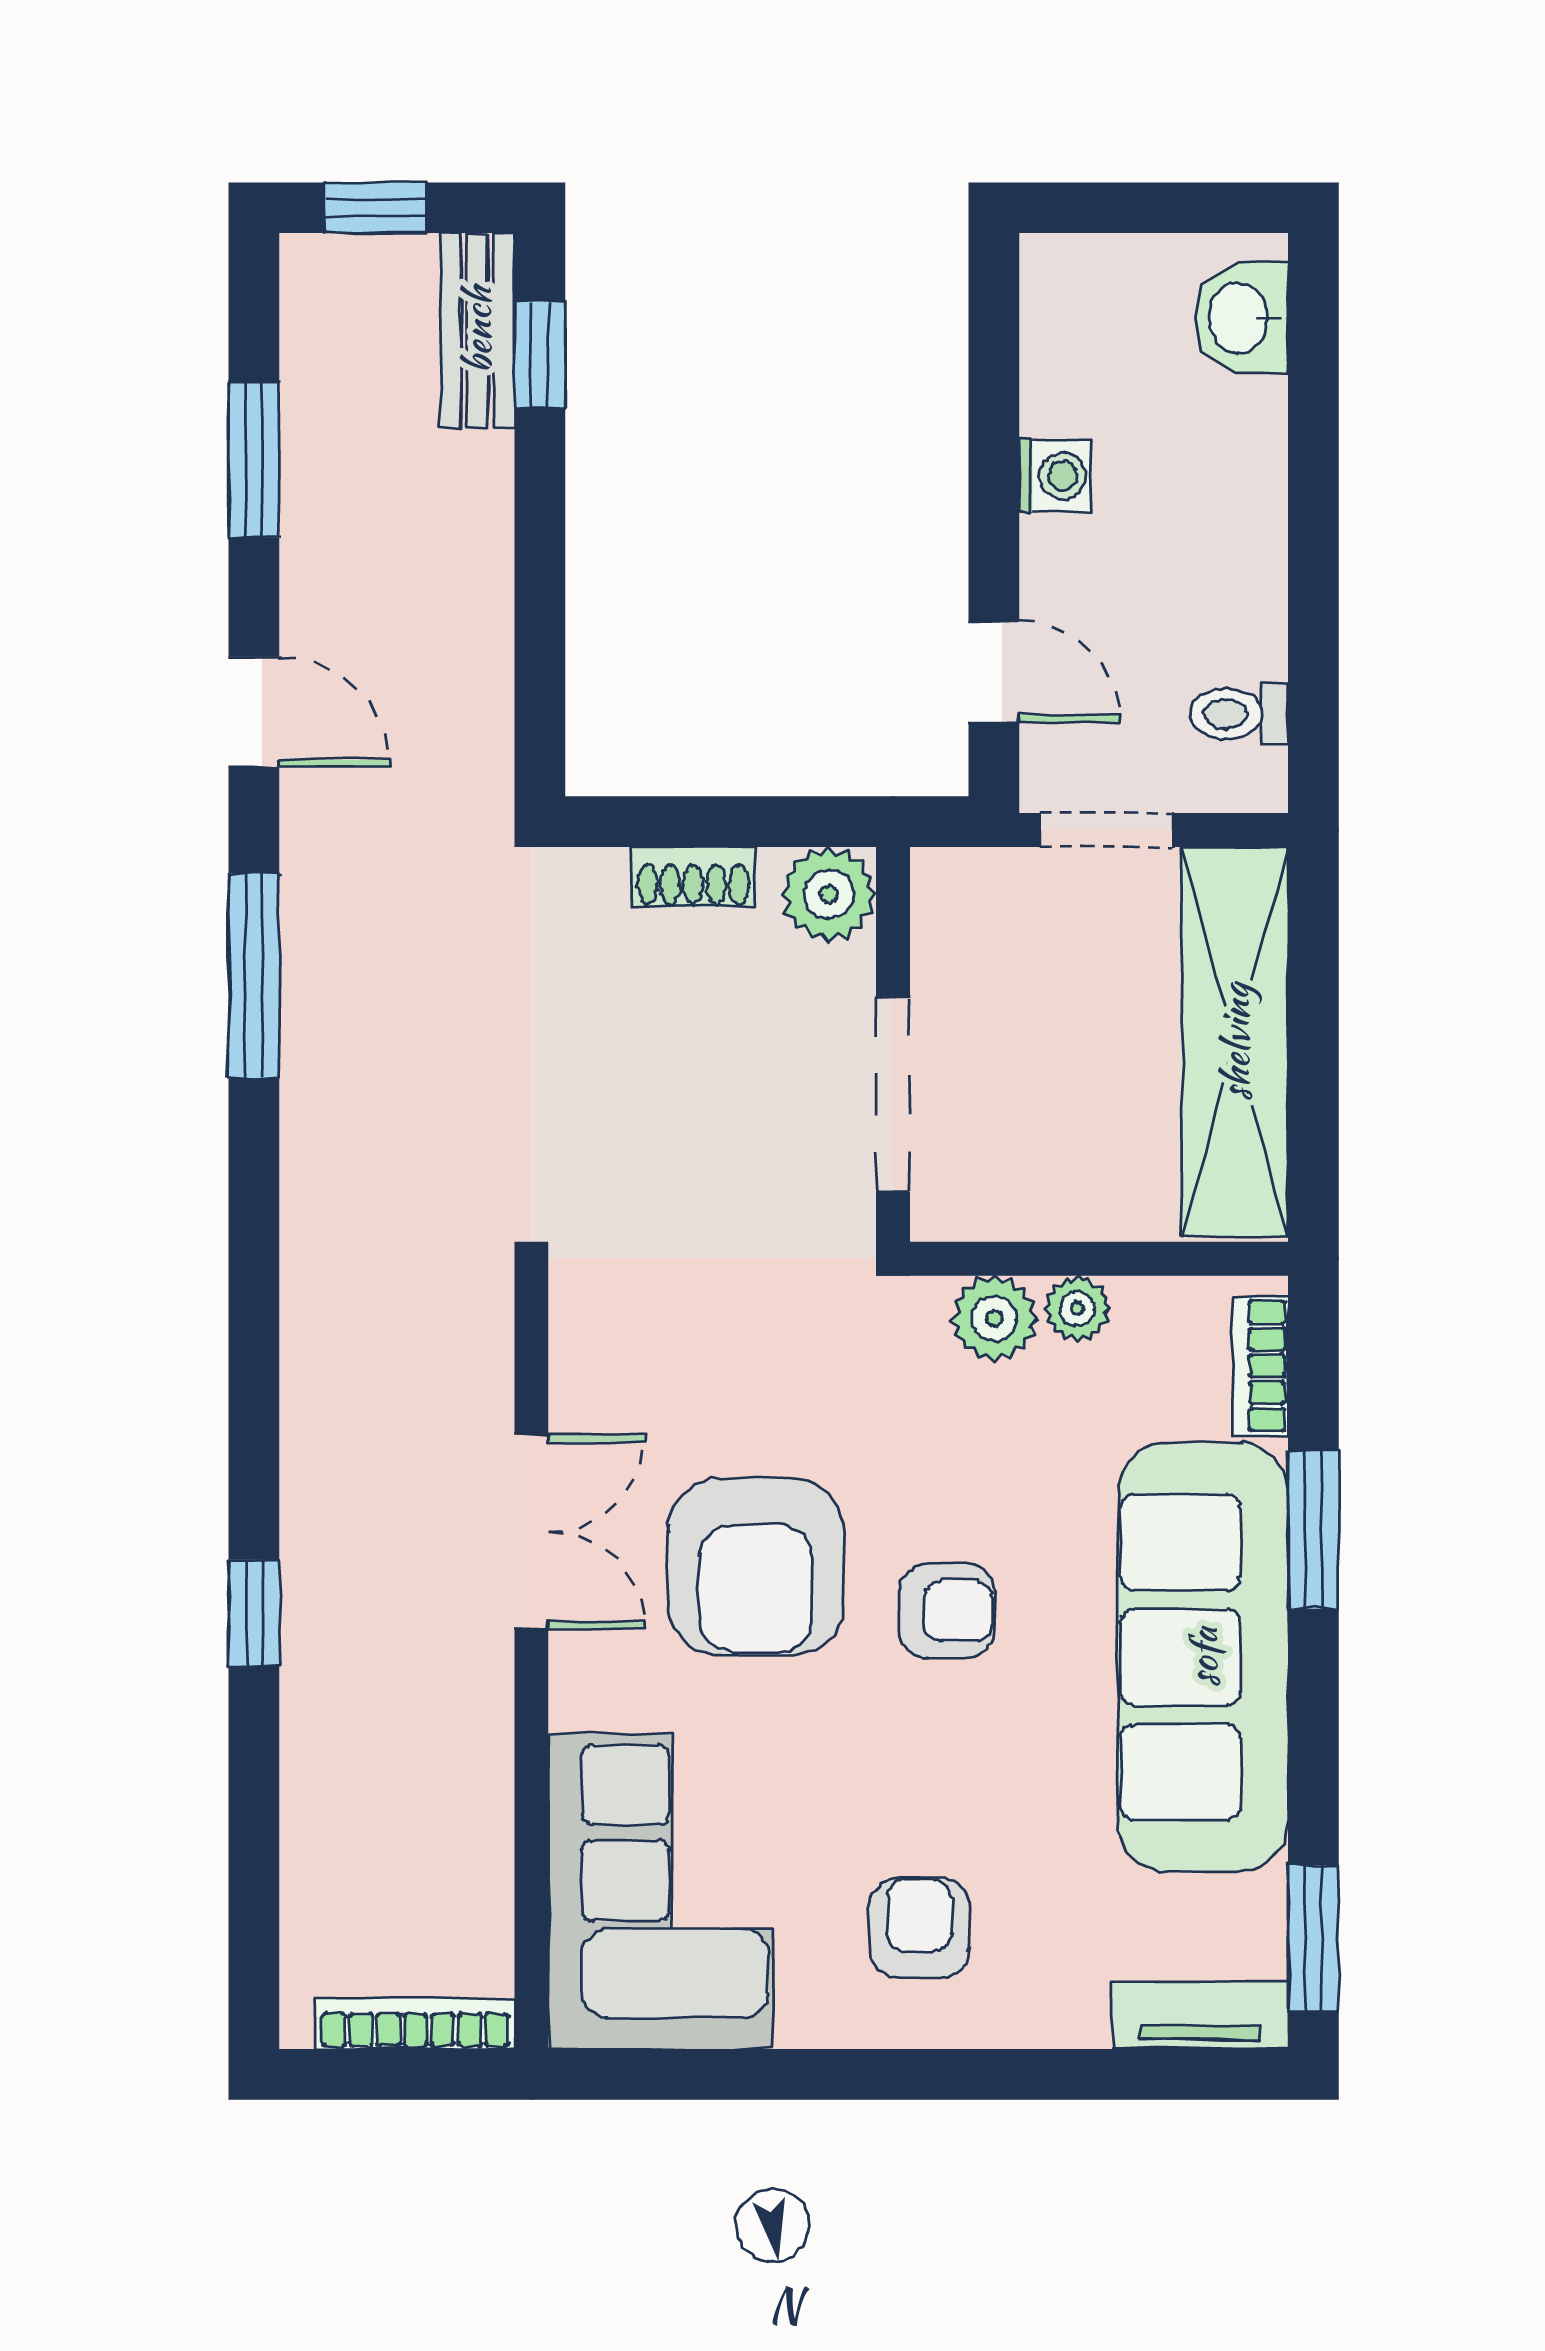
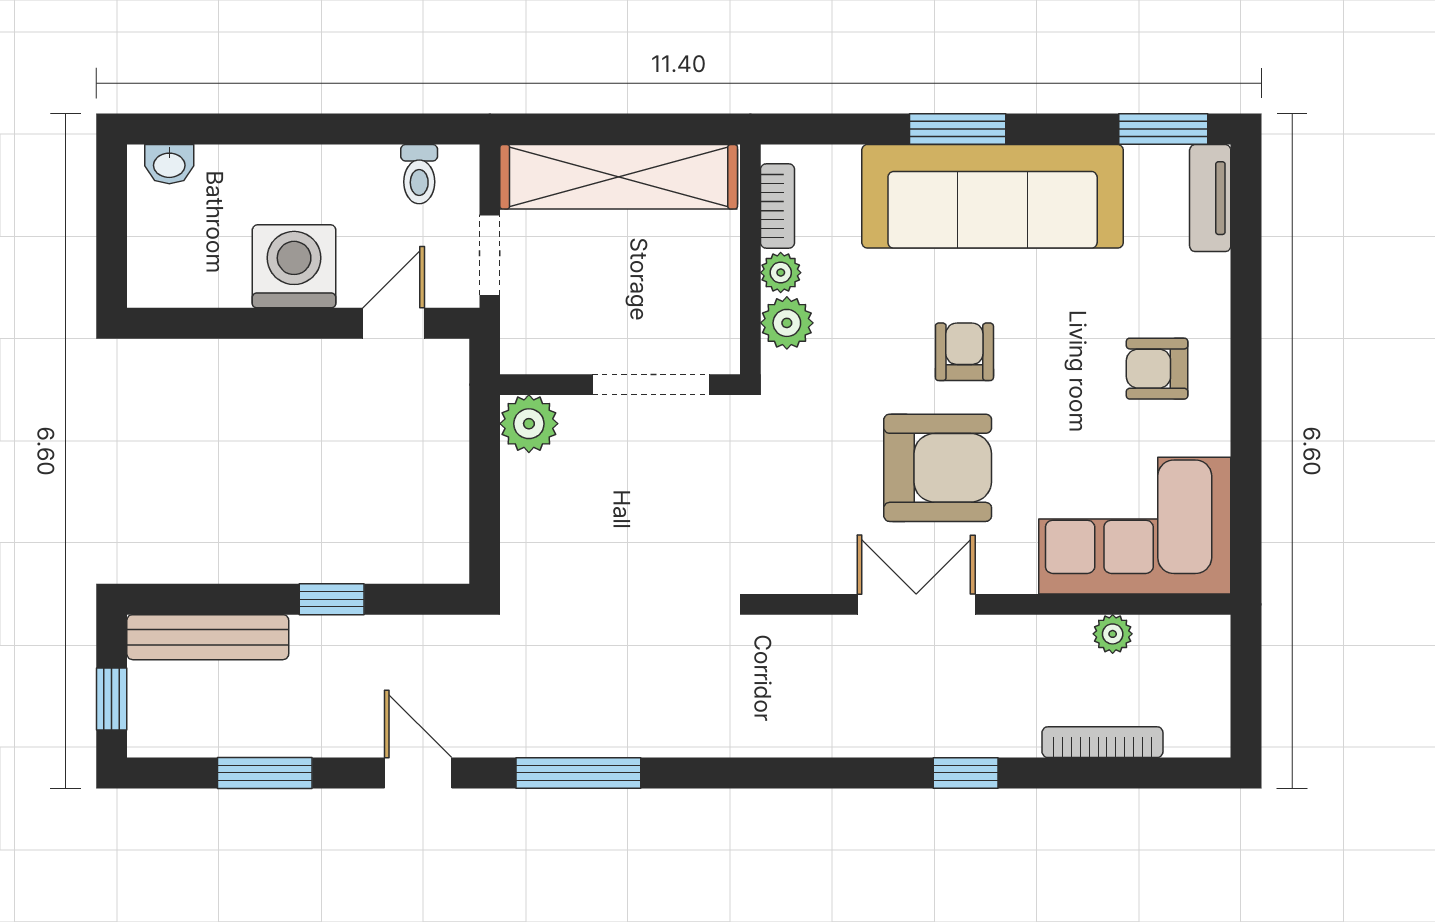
washbasin: (1241, 318) -> (169, 164), width x0.72, depth x0.69
bench: (477, 330) -> (208, 637), width x1.36
window: (540, 355) -> (332, 599), moved
washing machine: (1055, 476) -> (294, 266), width x1.89, depth x1.89
door: (254, 712) -> (418, 773), hinge flipped
shoe rack: (693, 877) -> (518, 506), removed
bookcase: (1260, 1366) -> (778, 206), moved, turned -90
window: (1313, 1530) -> (958, 129), moved
plant: (483, 1855) -> (1113, 634), added
bookcase: (415, 2024) -> (1102, 742), moved, turned 90

